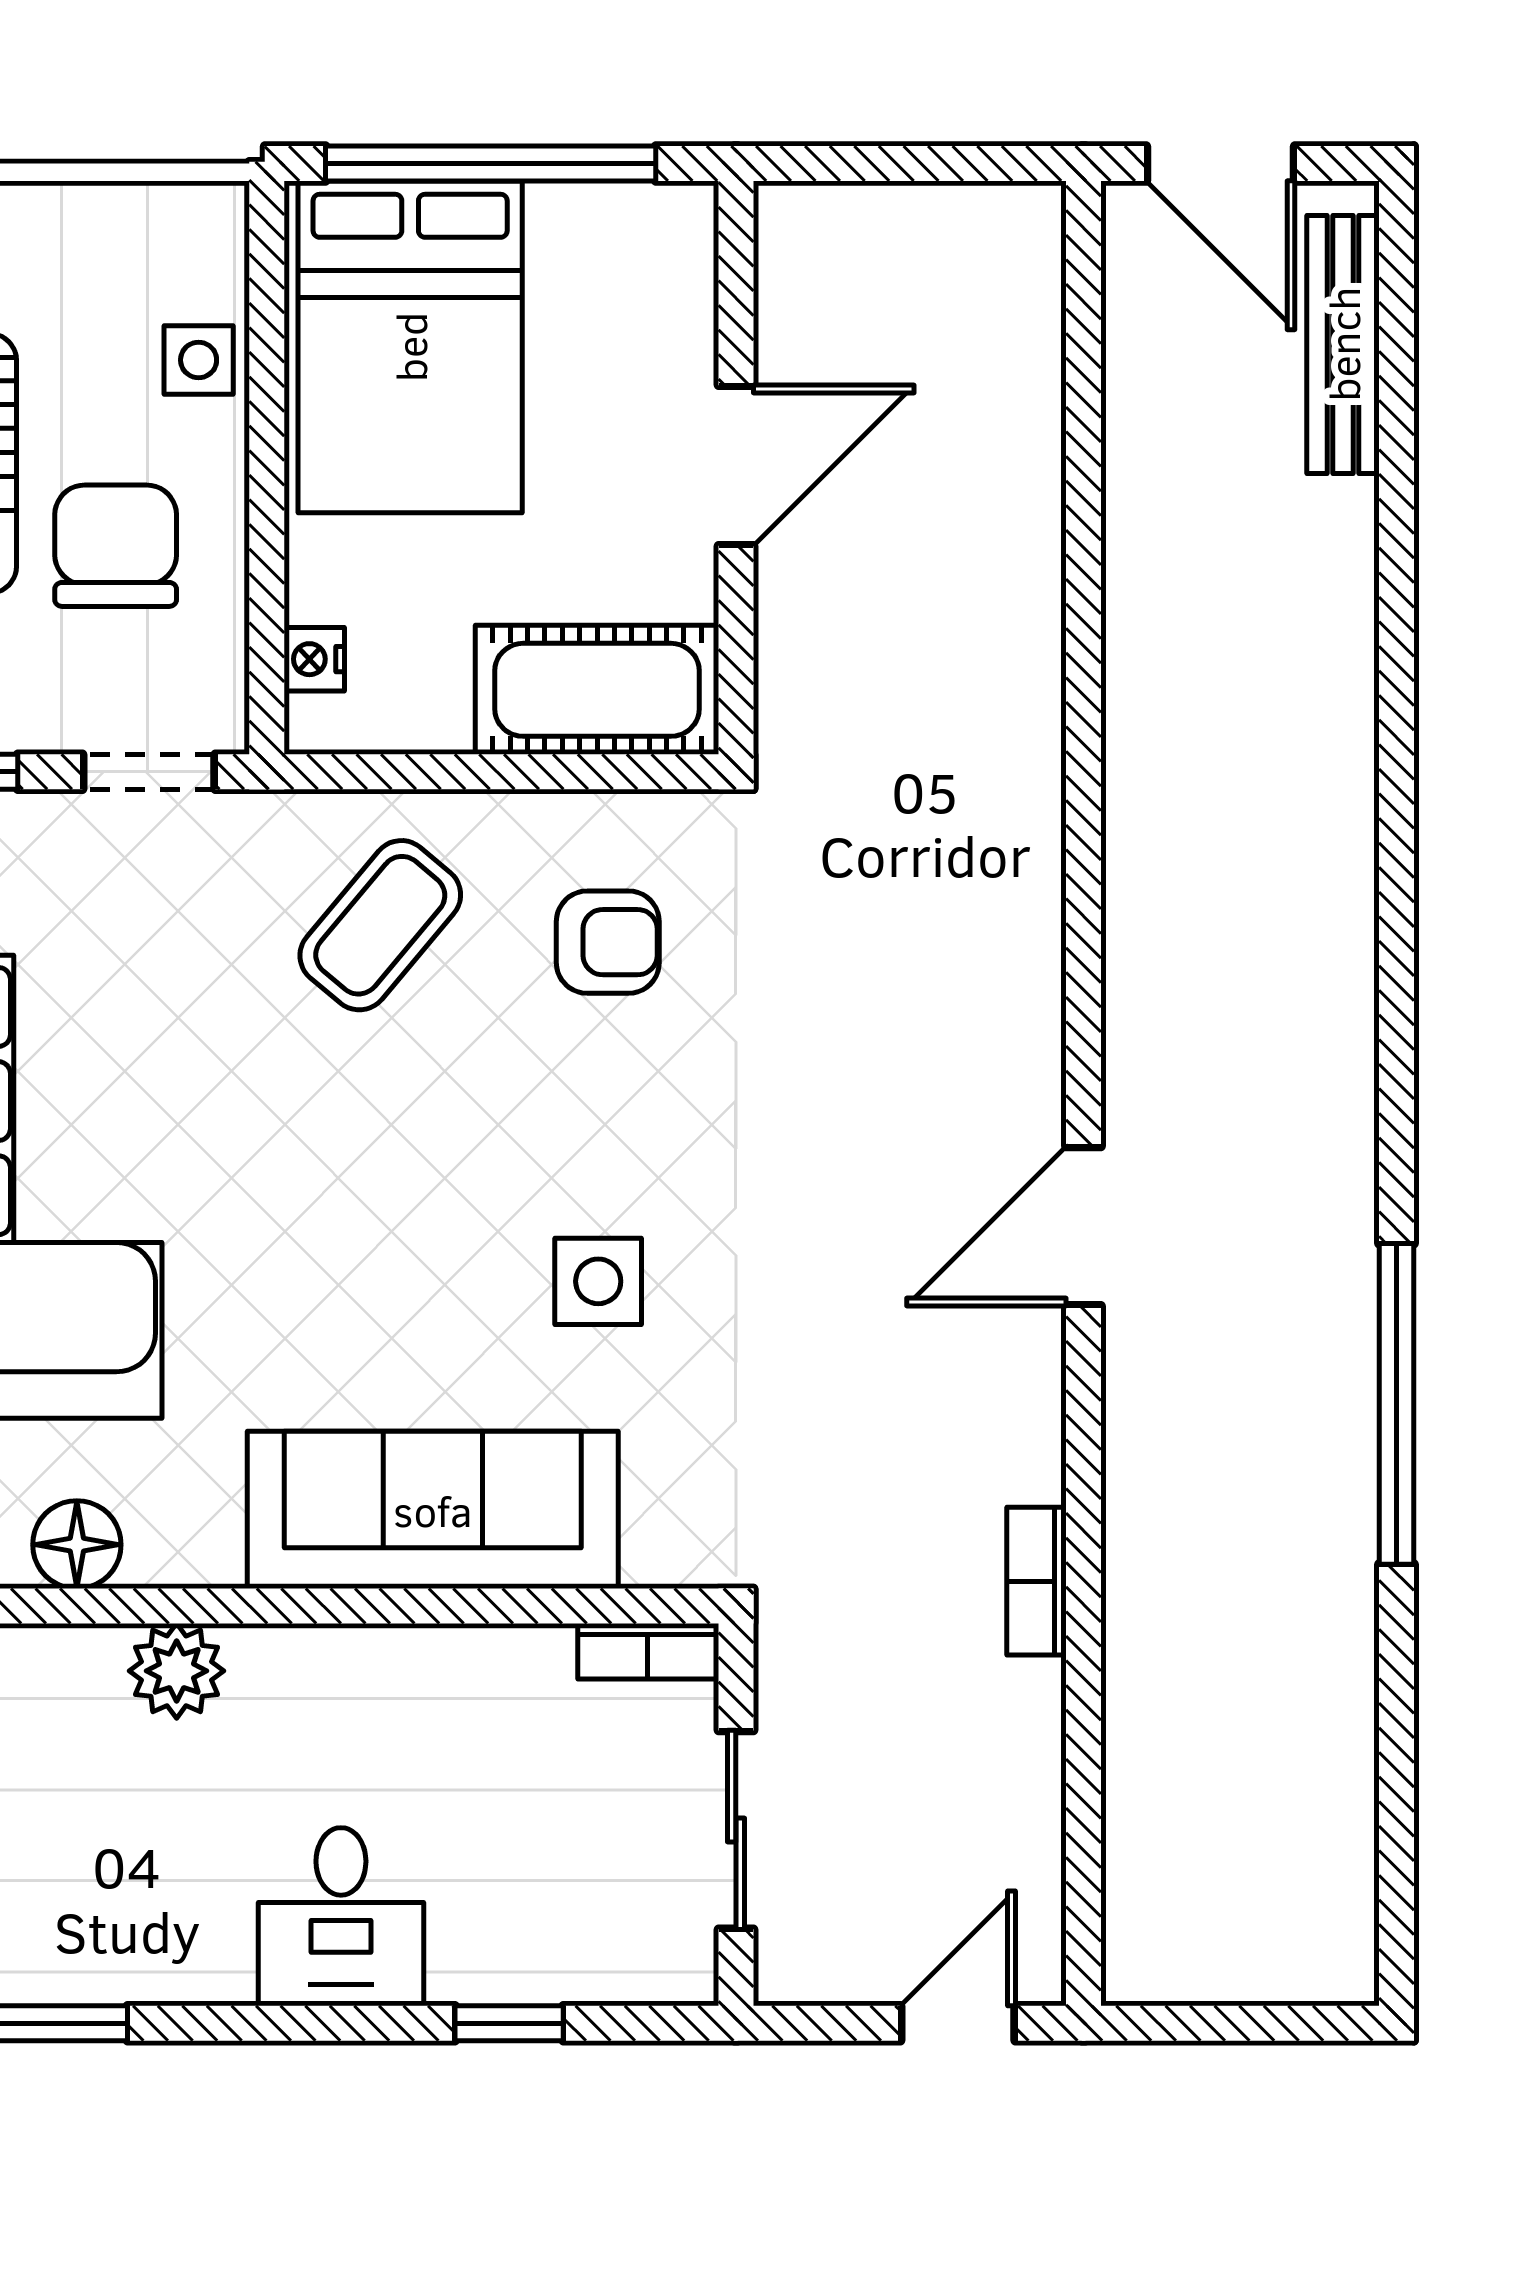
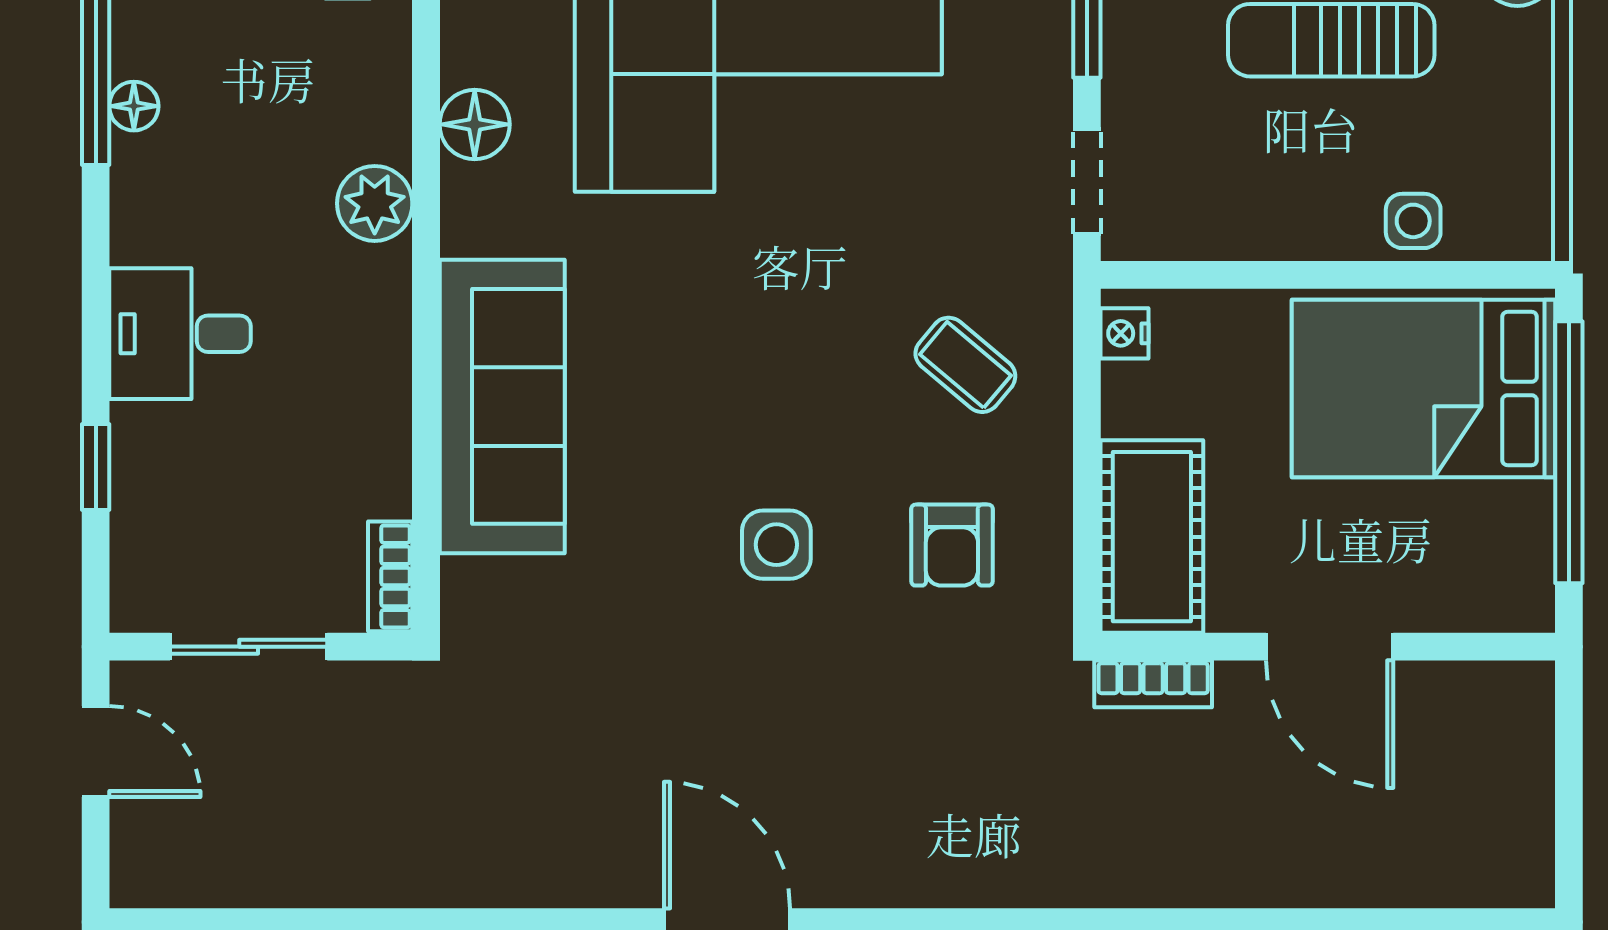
chair: (116, 546) -> (1266, 155), removed
nightstand: (314, 659) -> (1125, 333), moved, turned -90
coffee table: (380, 925) -> (965, 365), width x0.73, depth x0.77
side table: (598, 1281) -> (776, 545), moved
bookcase: (1037, 1581) -> (1153, 684), moved, turned 180
floor lamp: (54, 1975) -> (134, 106), added
door: (958, 2023) -> (96, 752), moved

